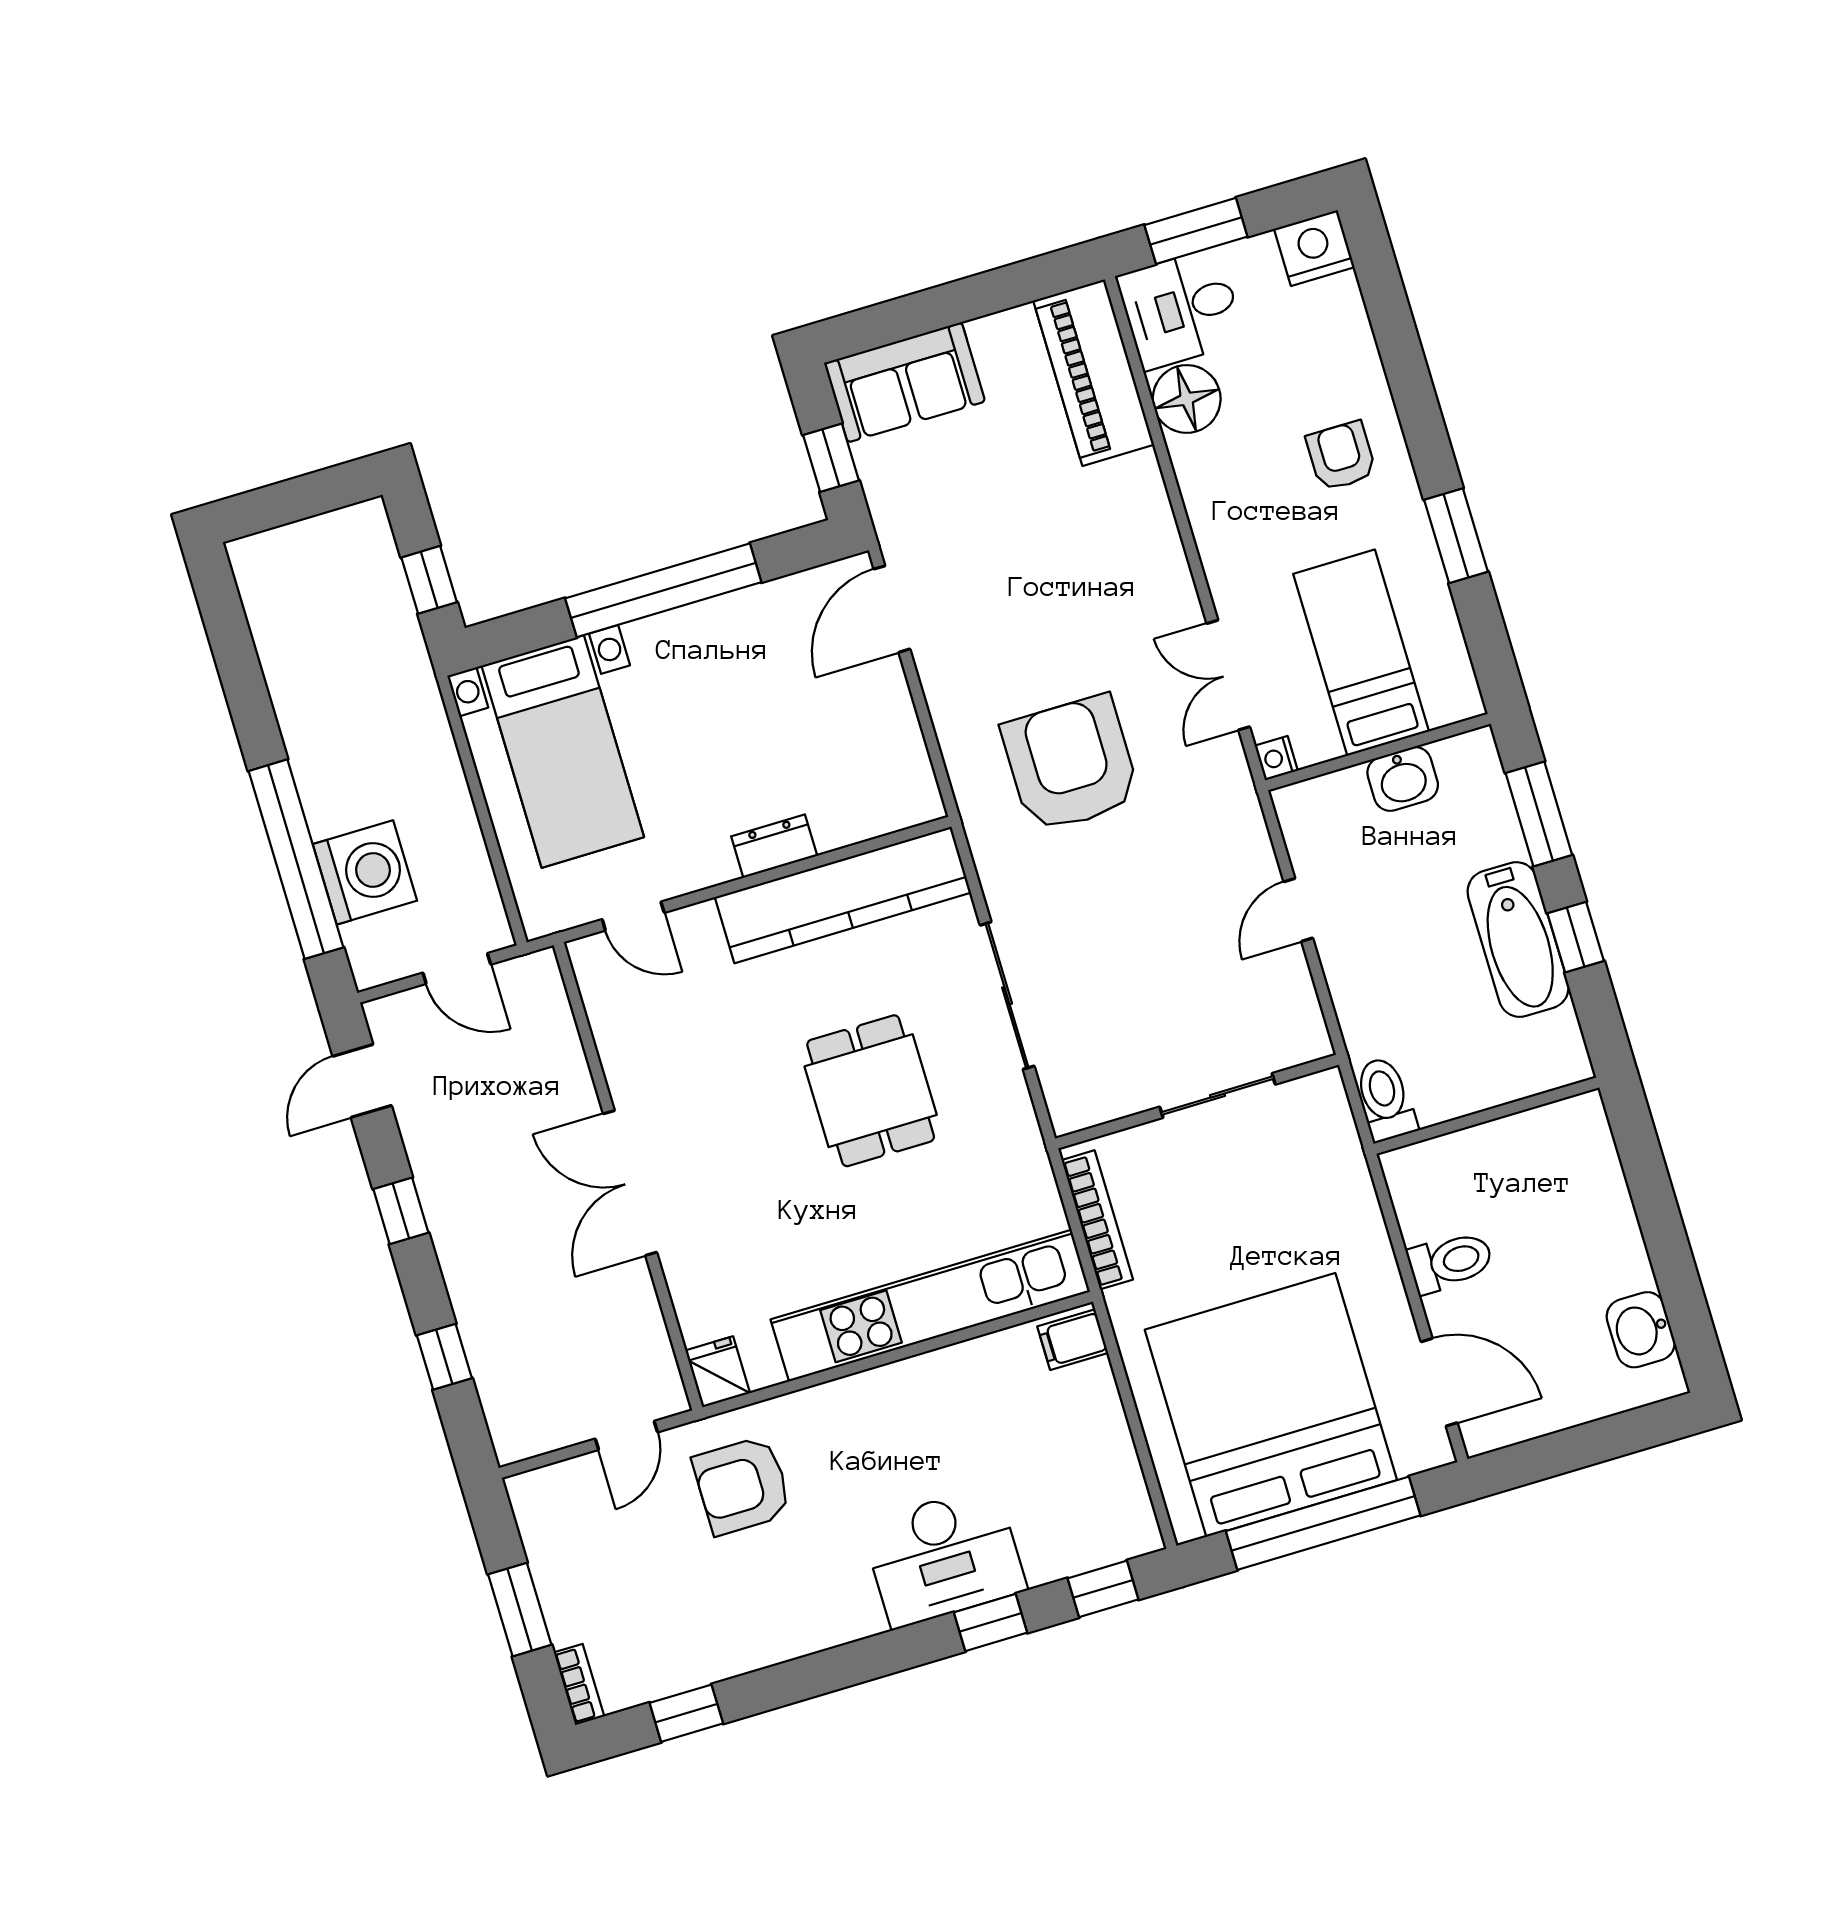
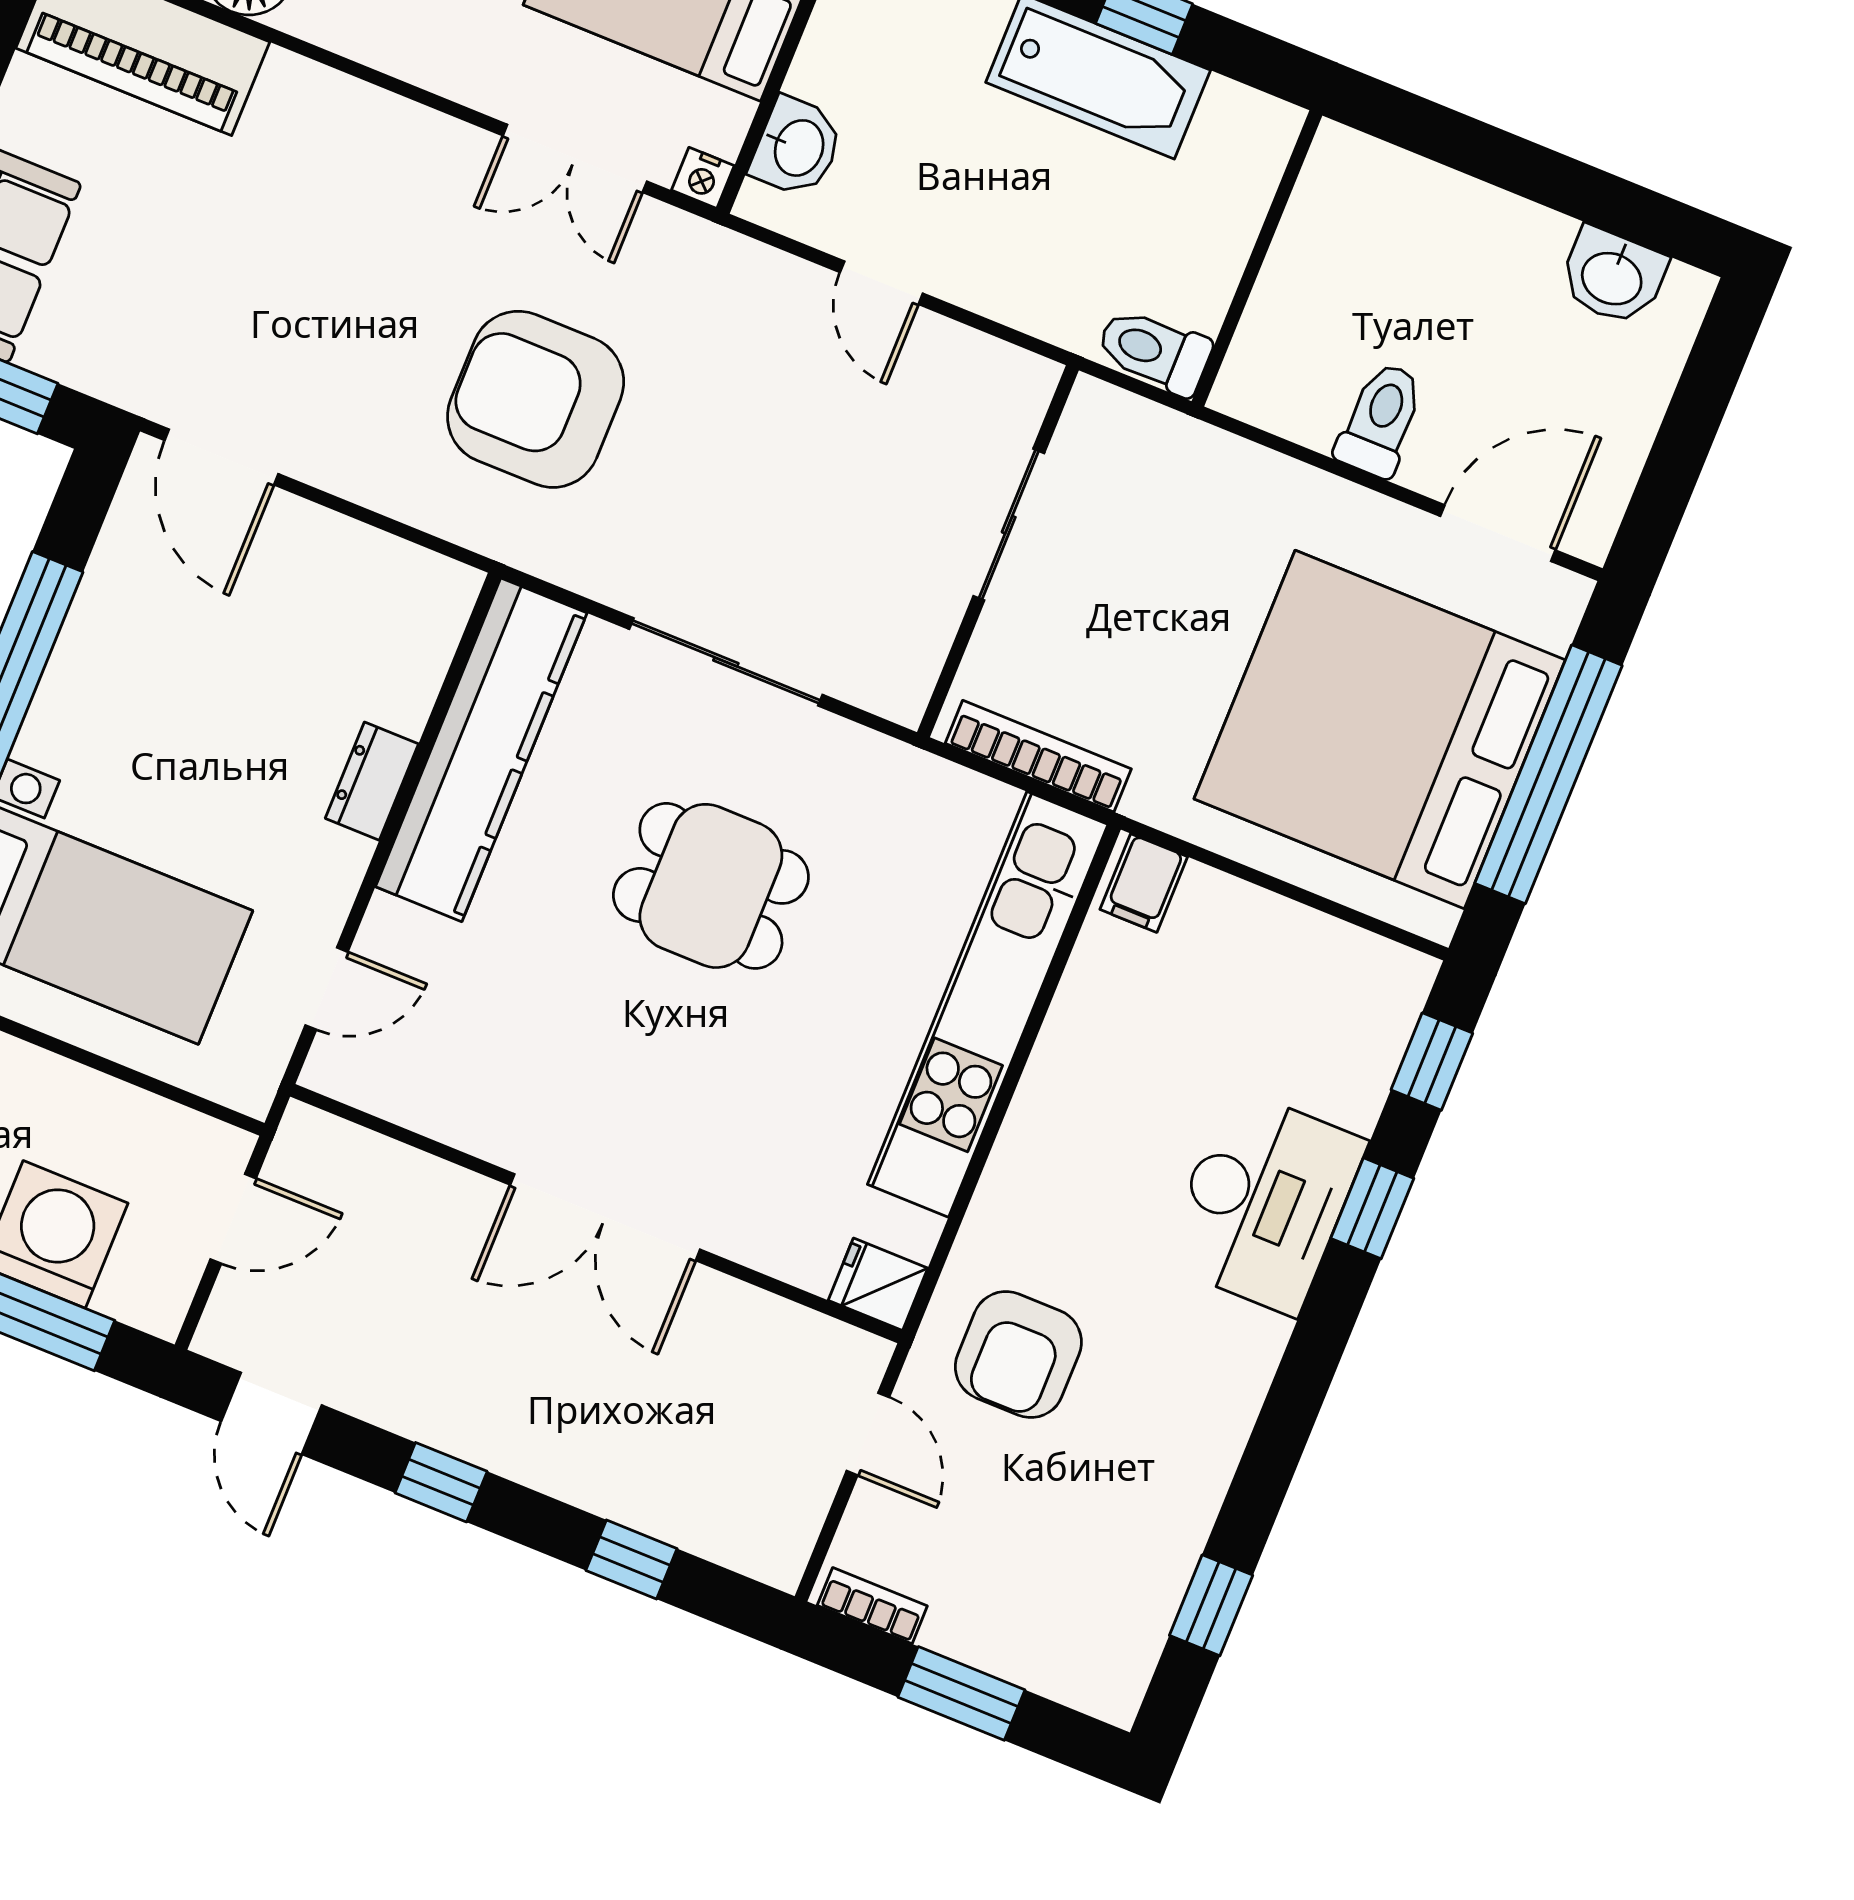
washbasin: (1403, 779) -> (797, 147), moved
bookcase: (579, 1684) -> (872, 1606), moved

